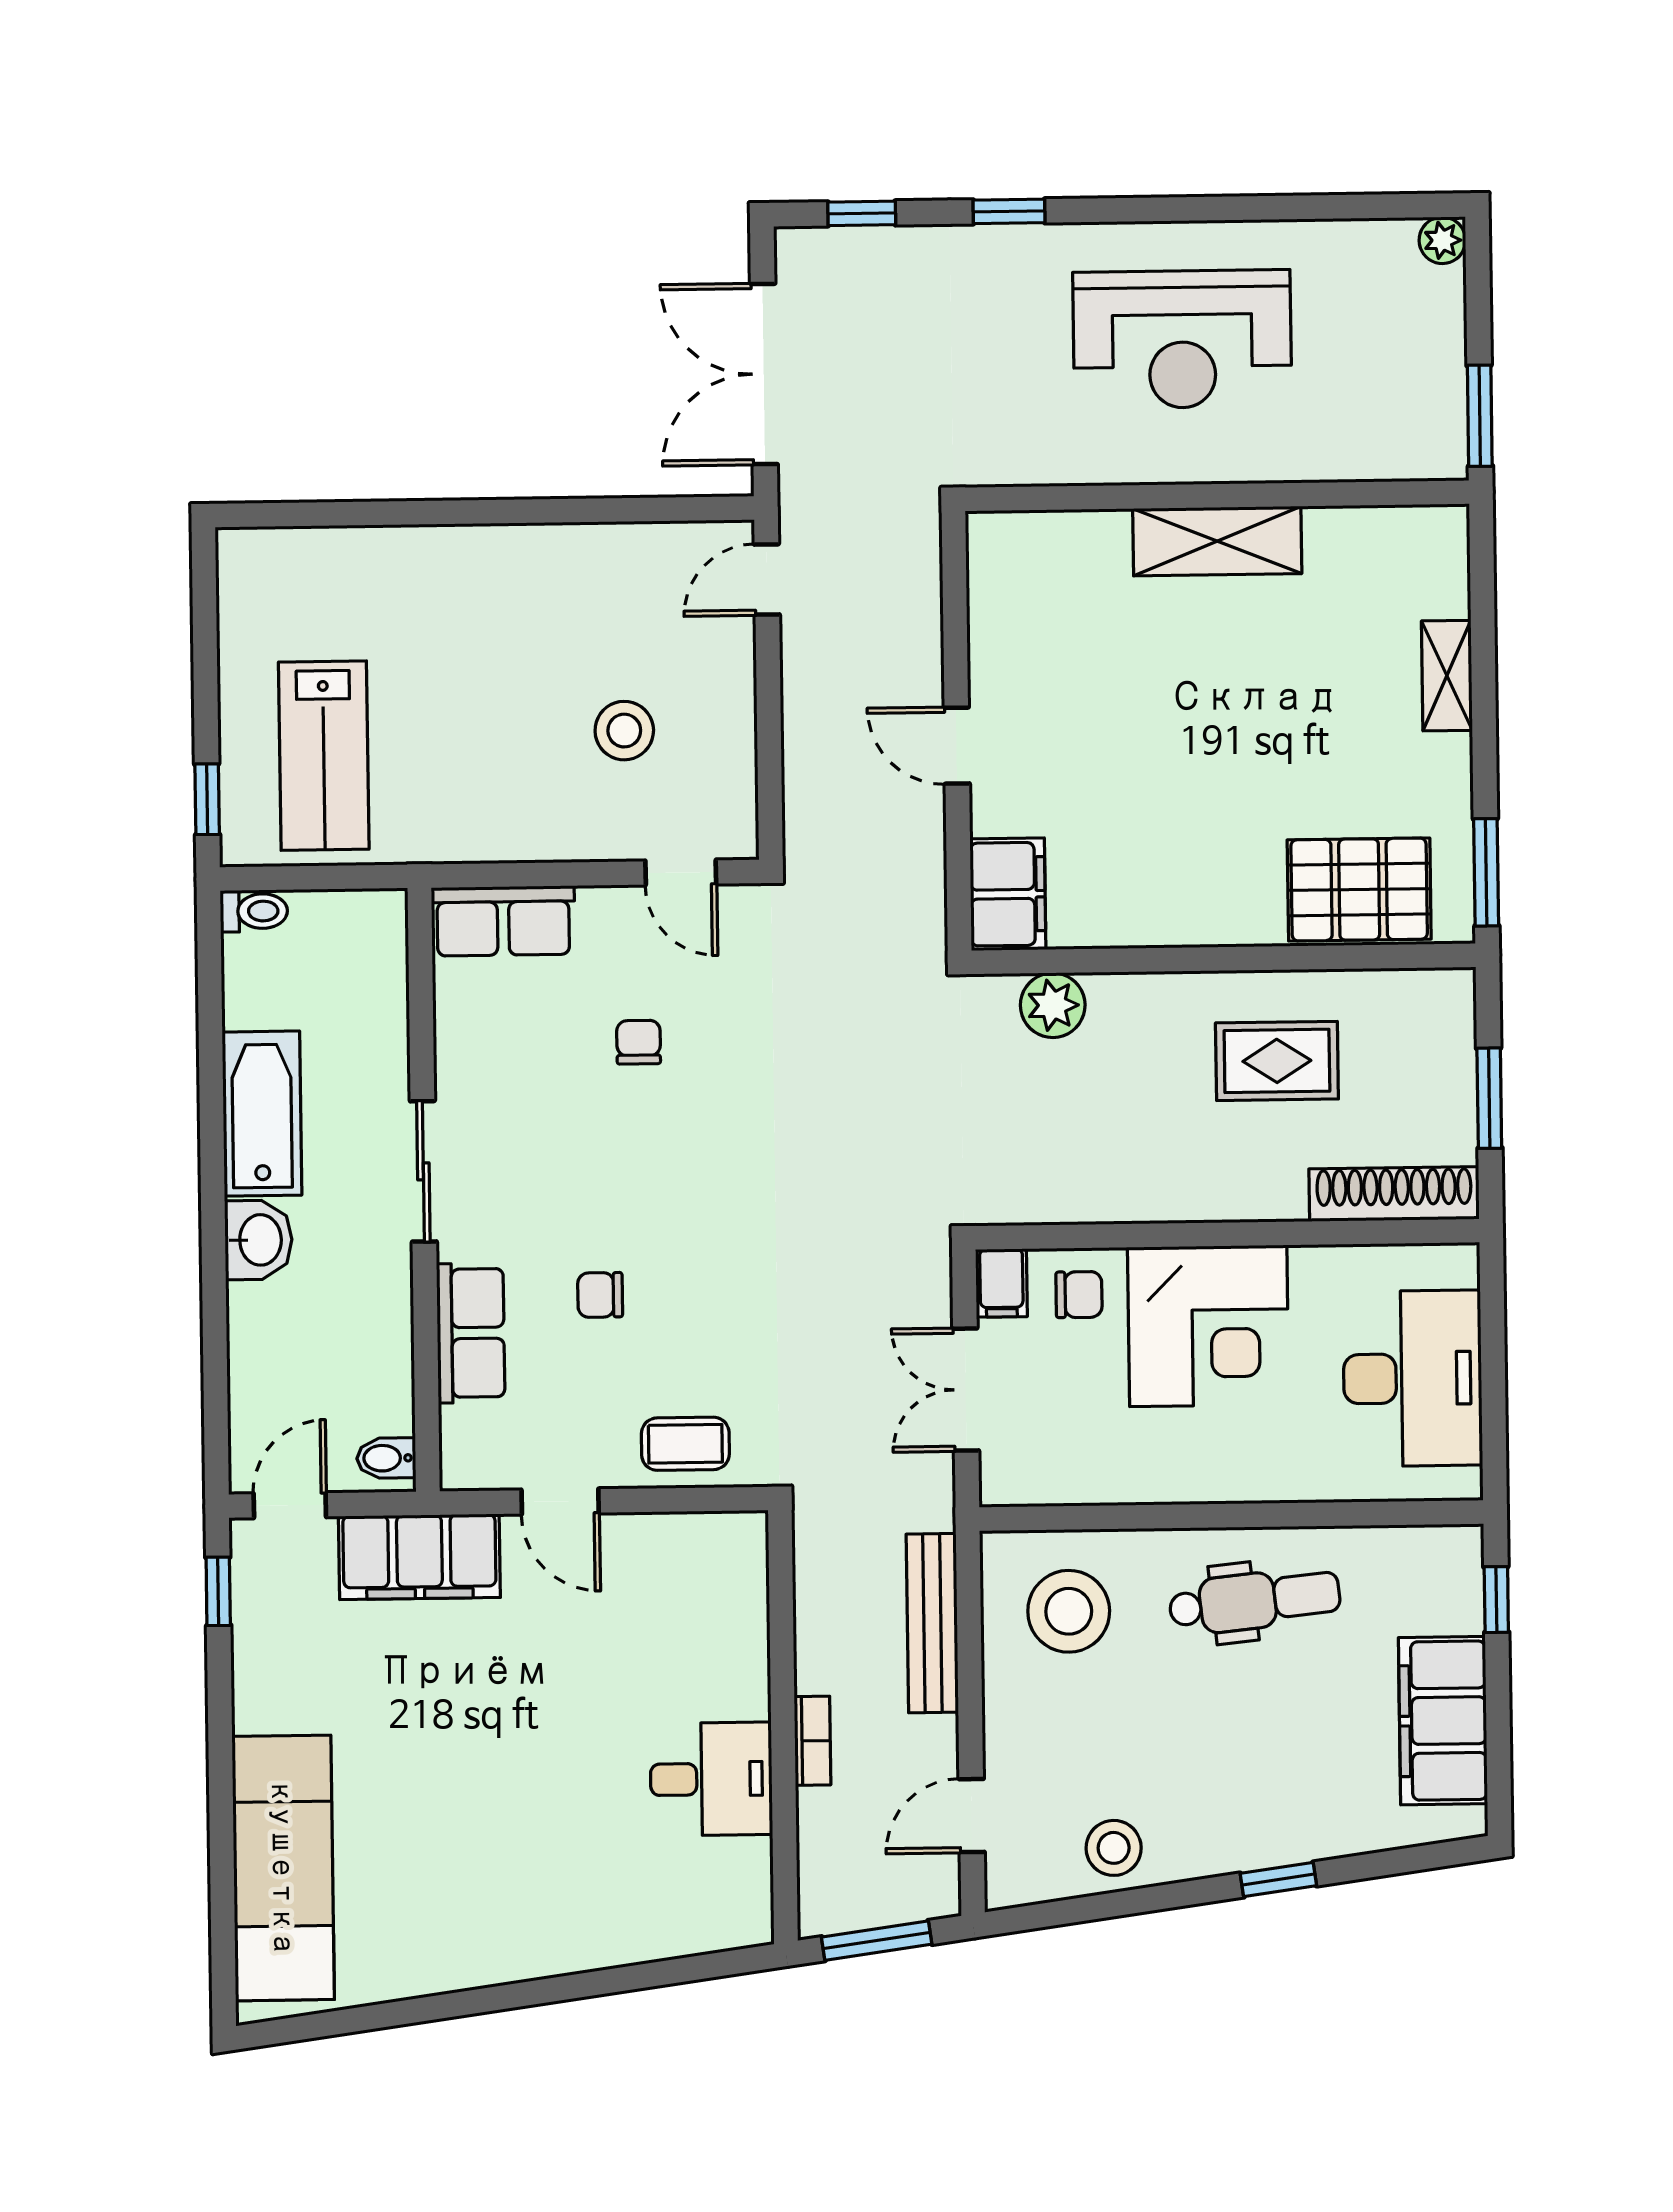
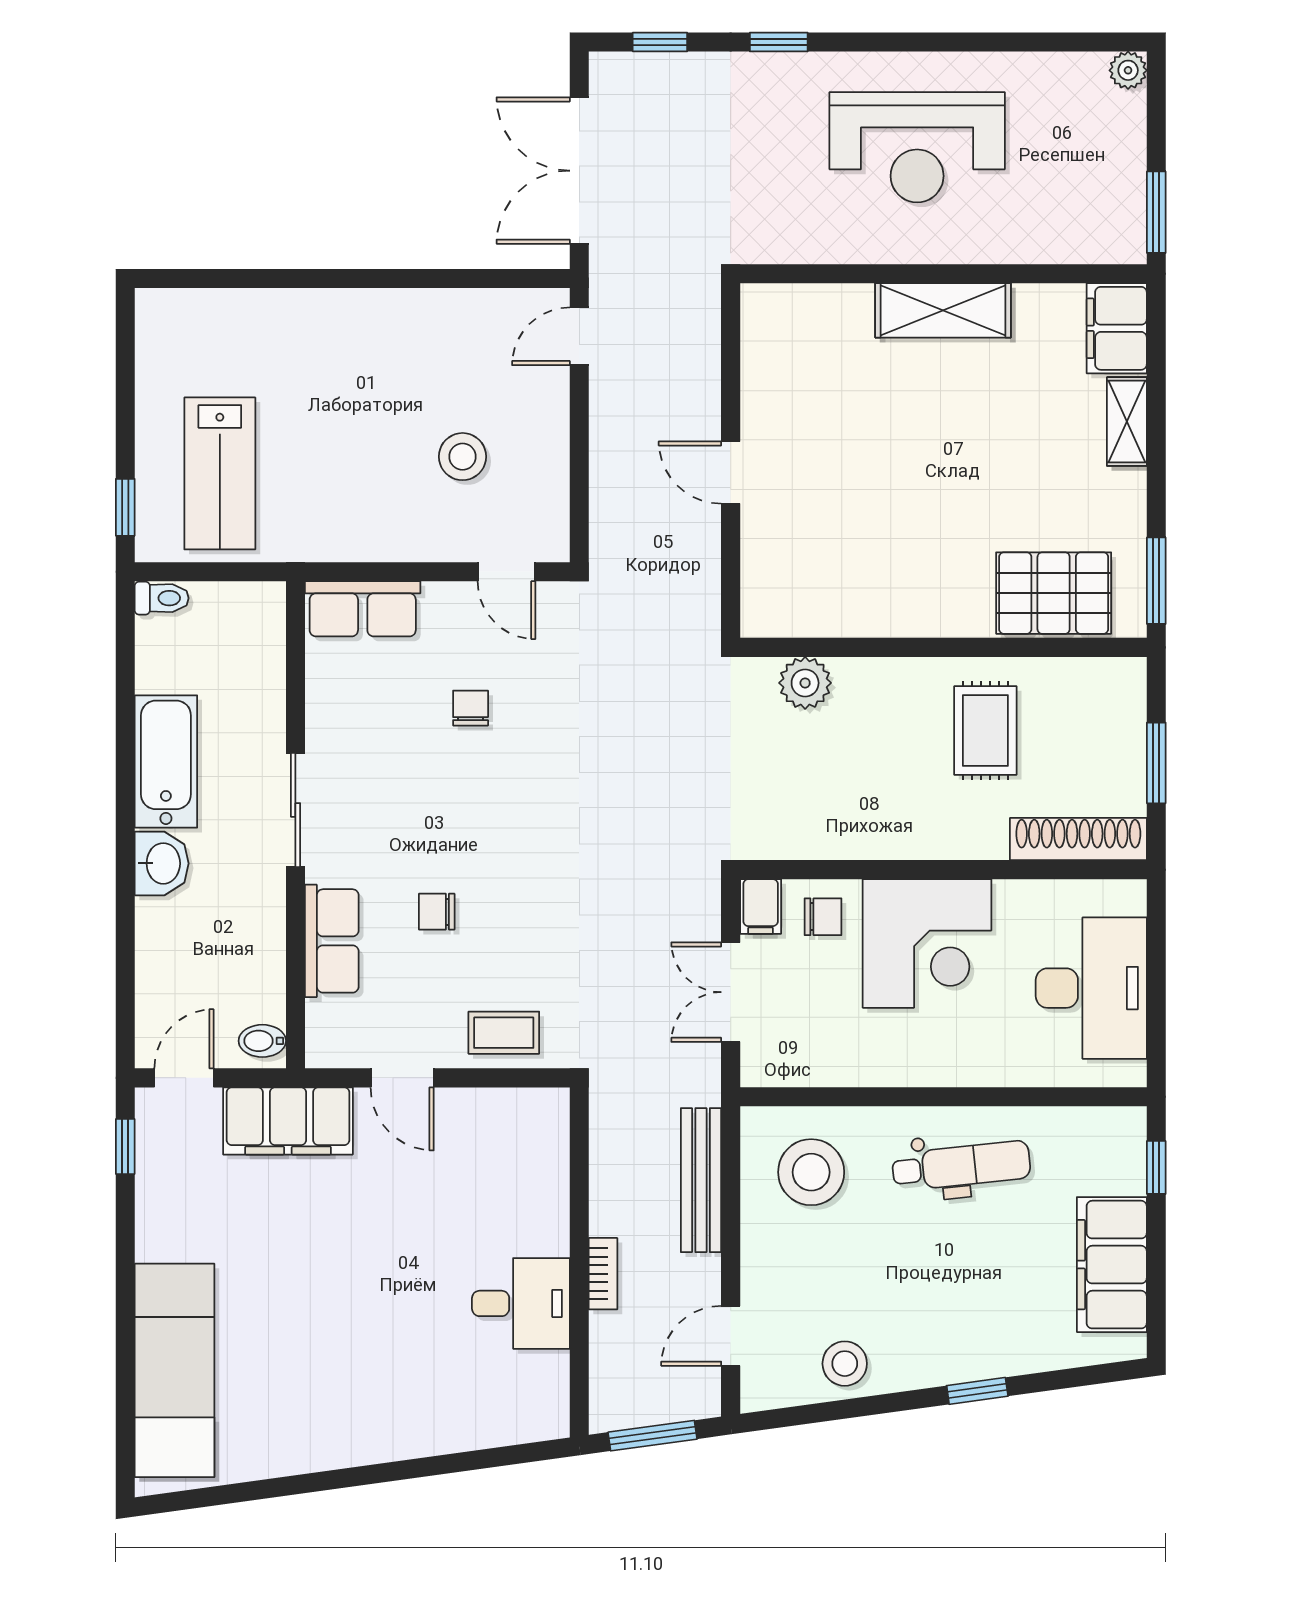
filing cabinet: (1008, 894) -> (1117, 328), moved, turned 180
rug: (1277, 1061) -> (985, 730), turned 90

